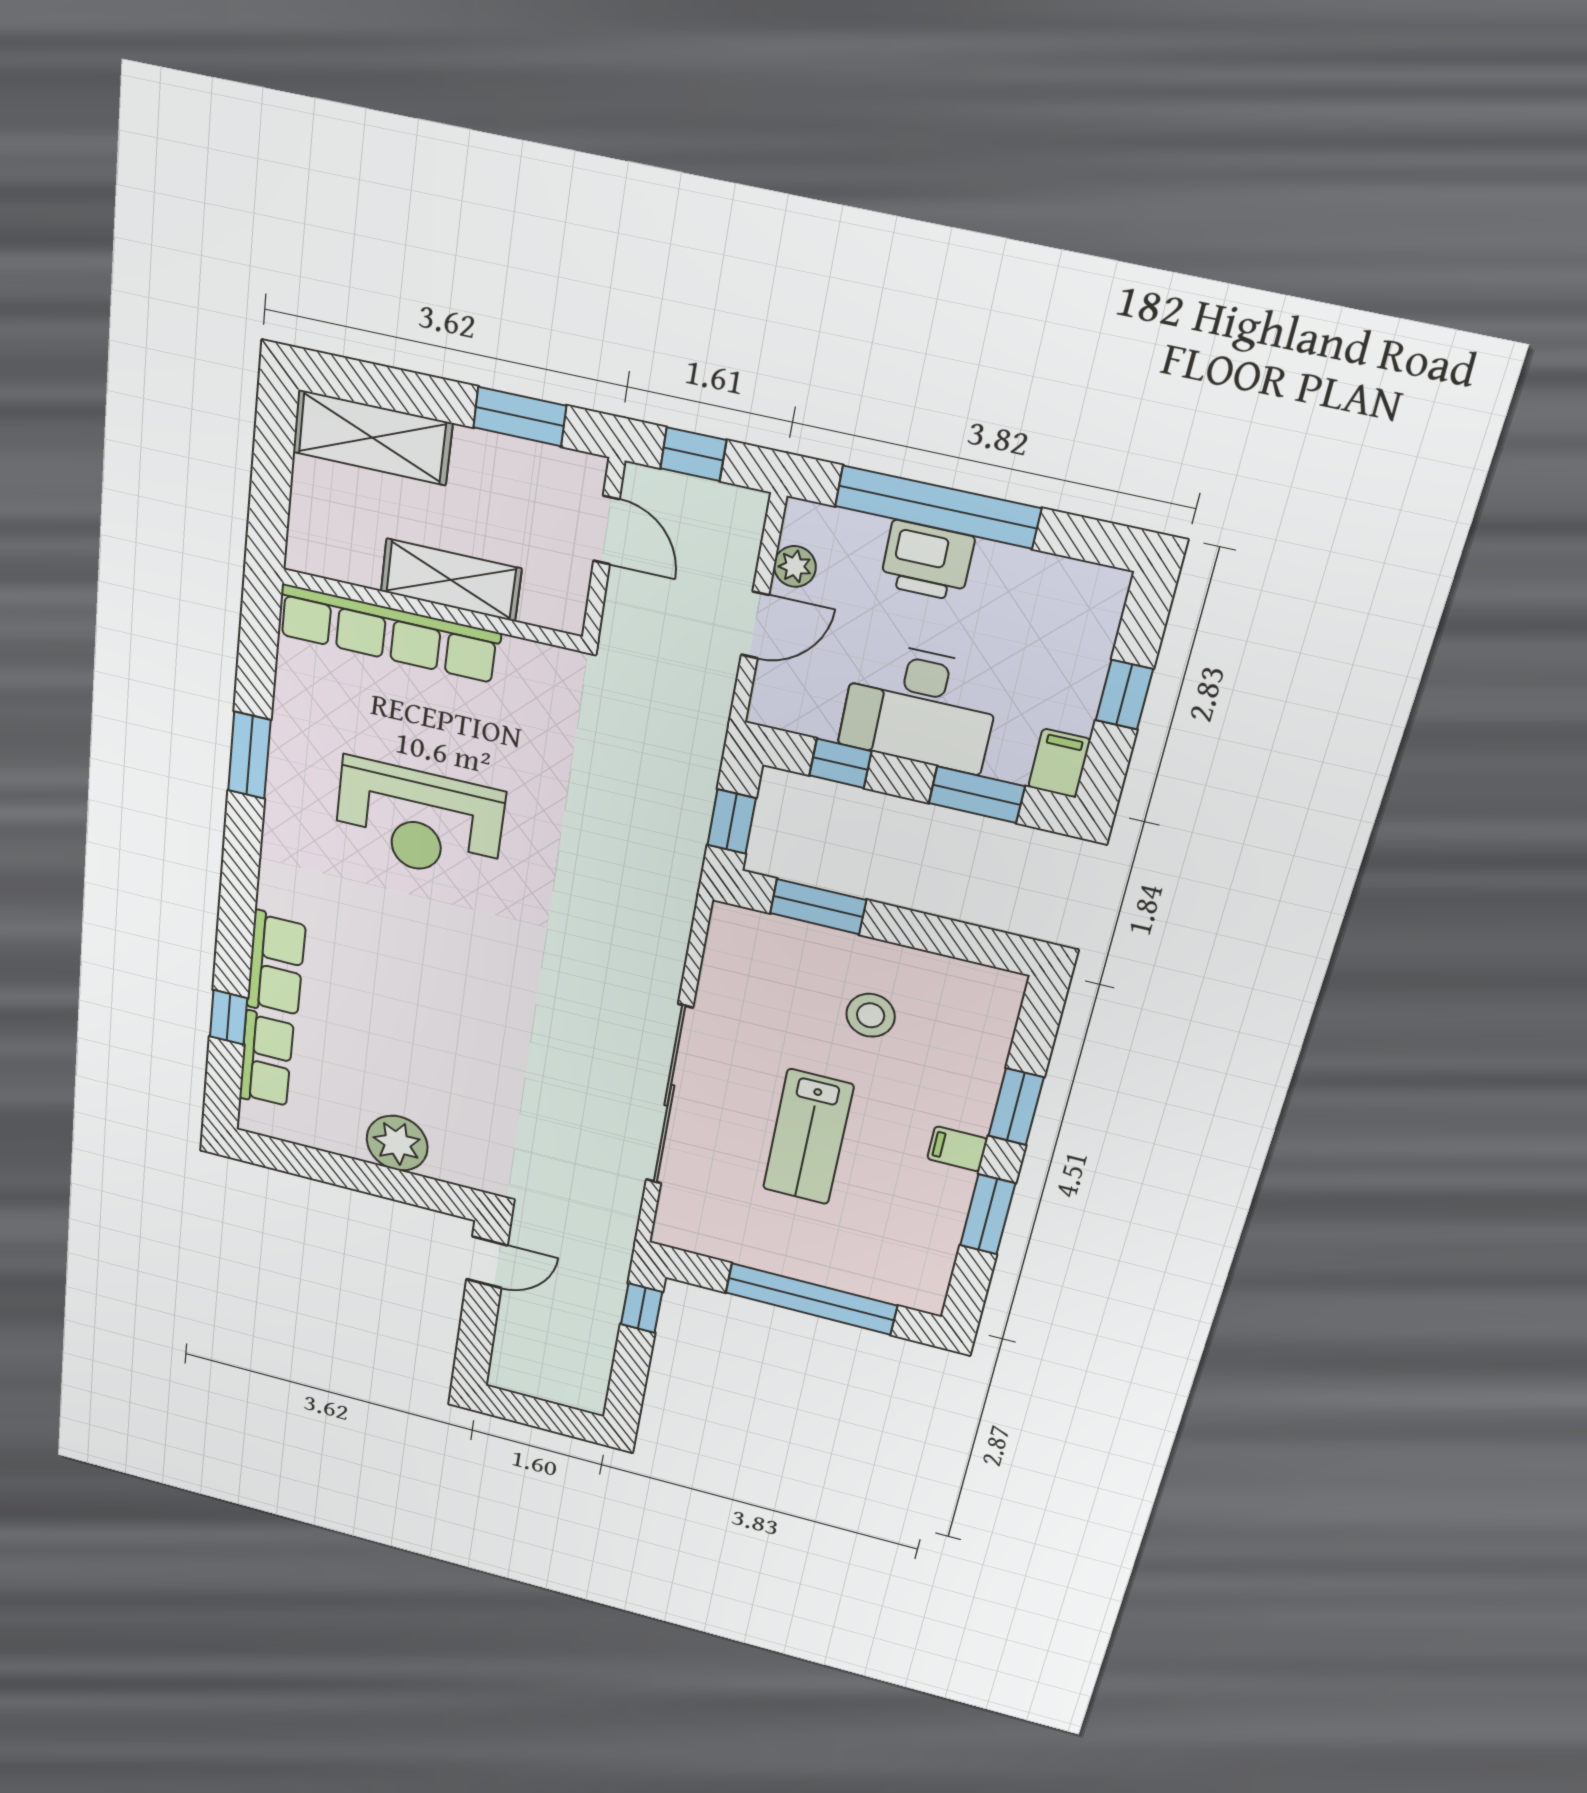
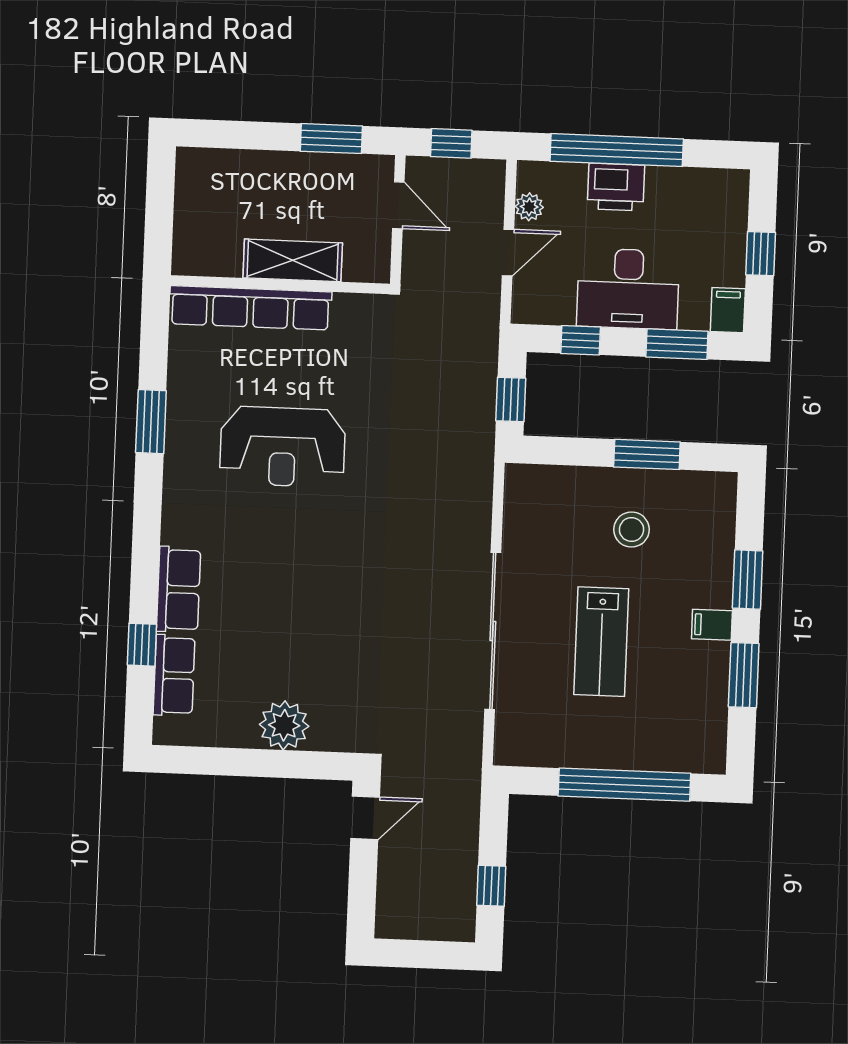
shelving: (372, 438) -> (230, 170), removed
window: (818, 907) -> (647, 454), moved
window: (642, 1308) -> (491, 886), moved

